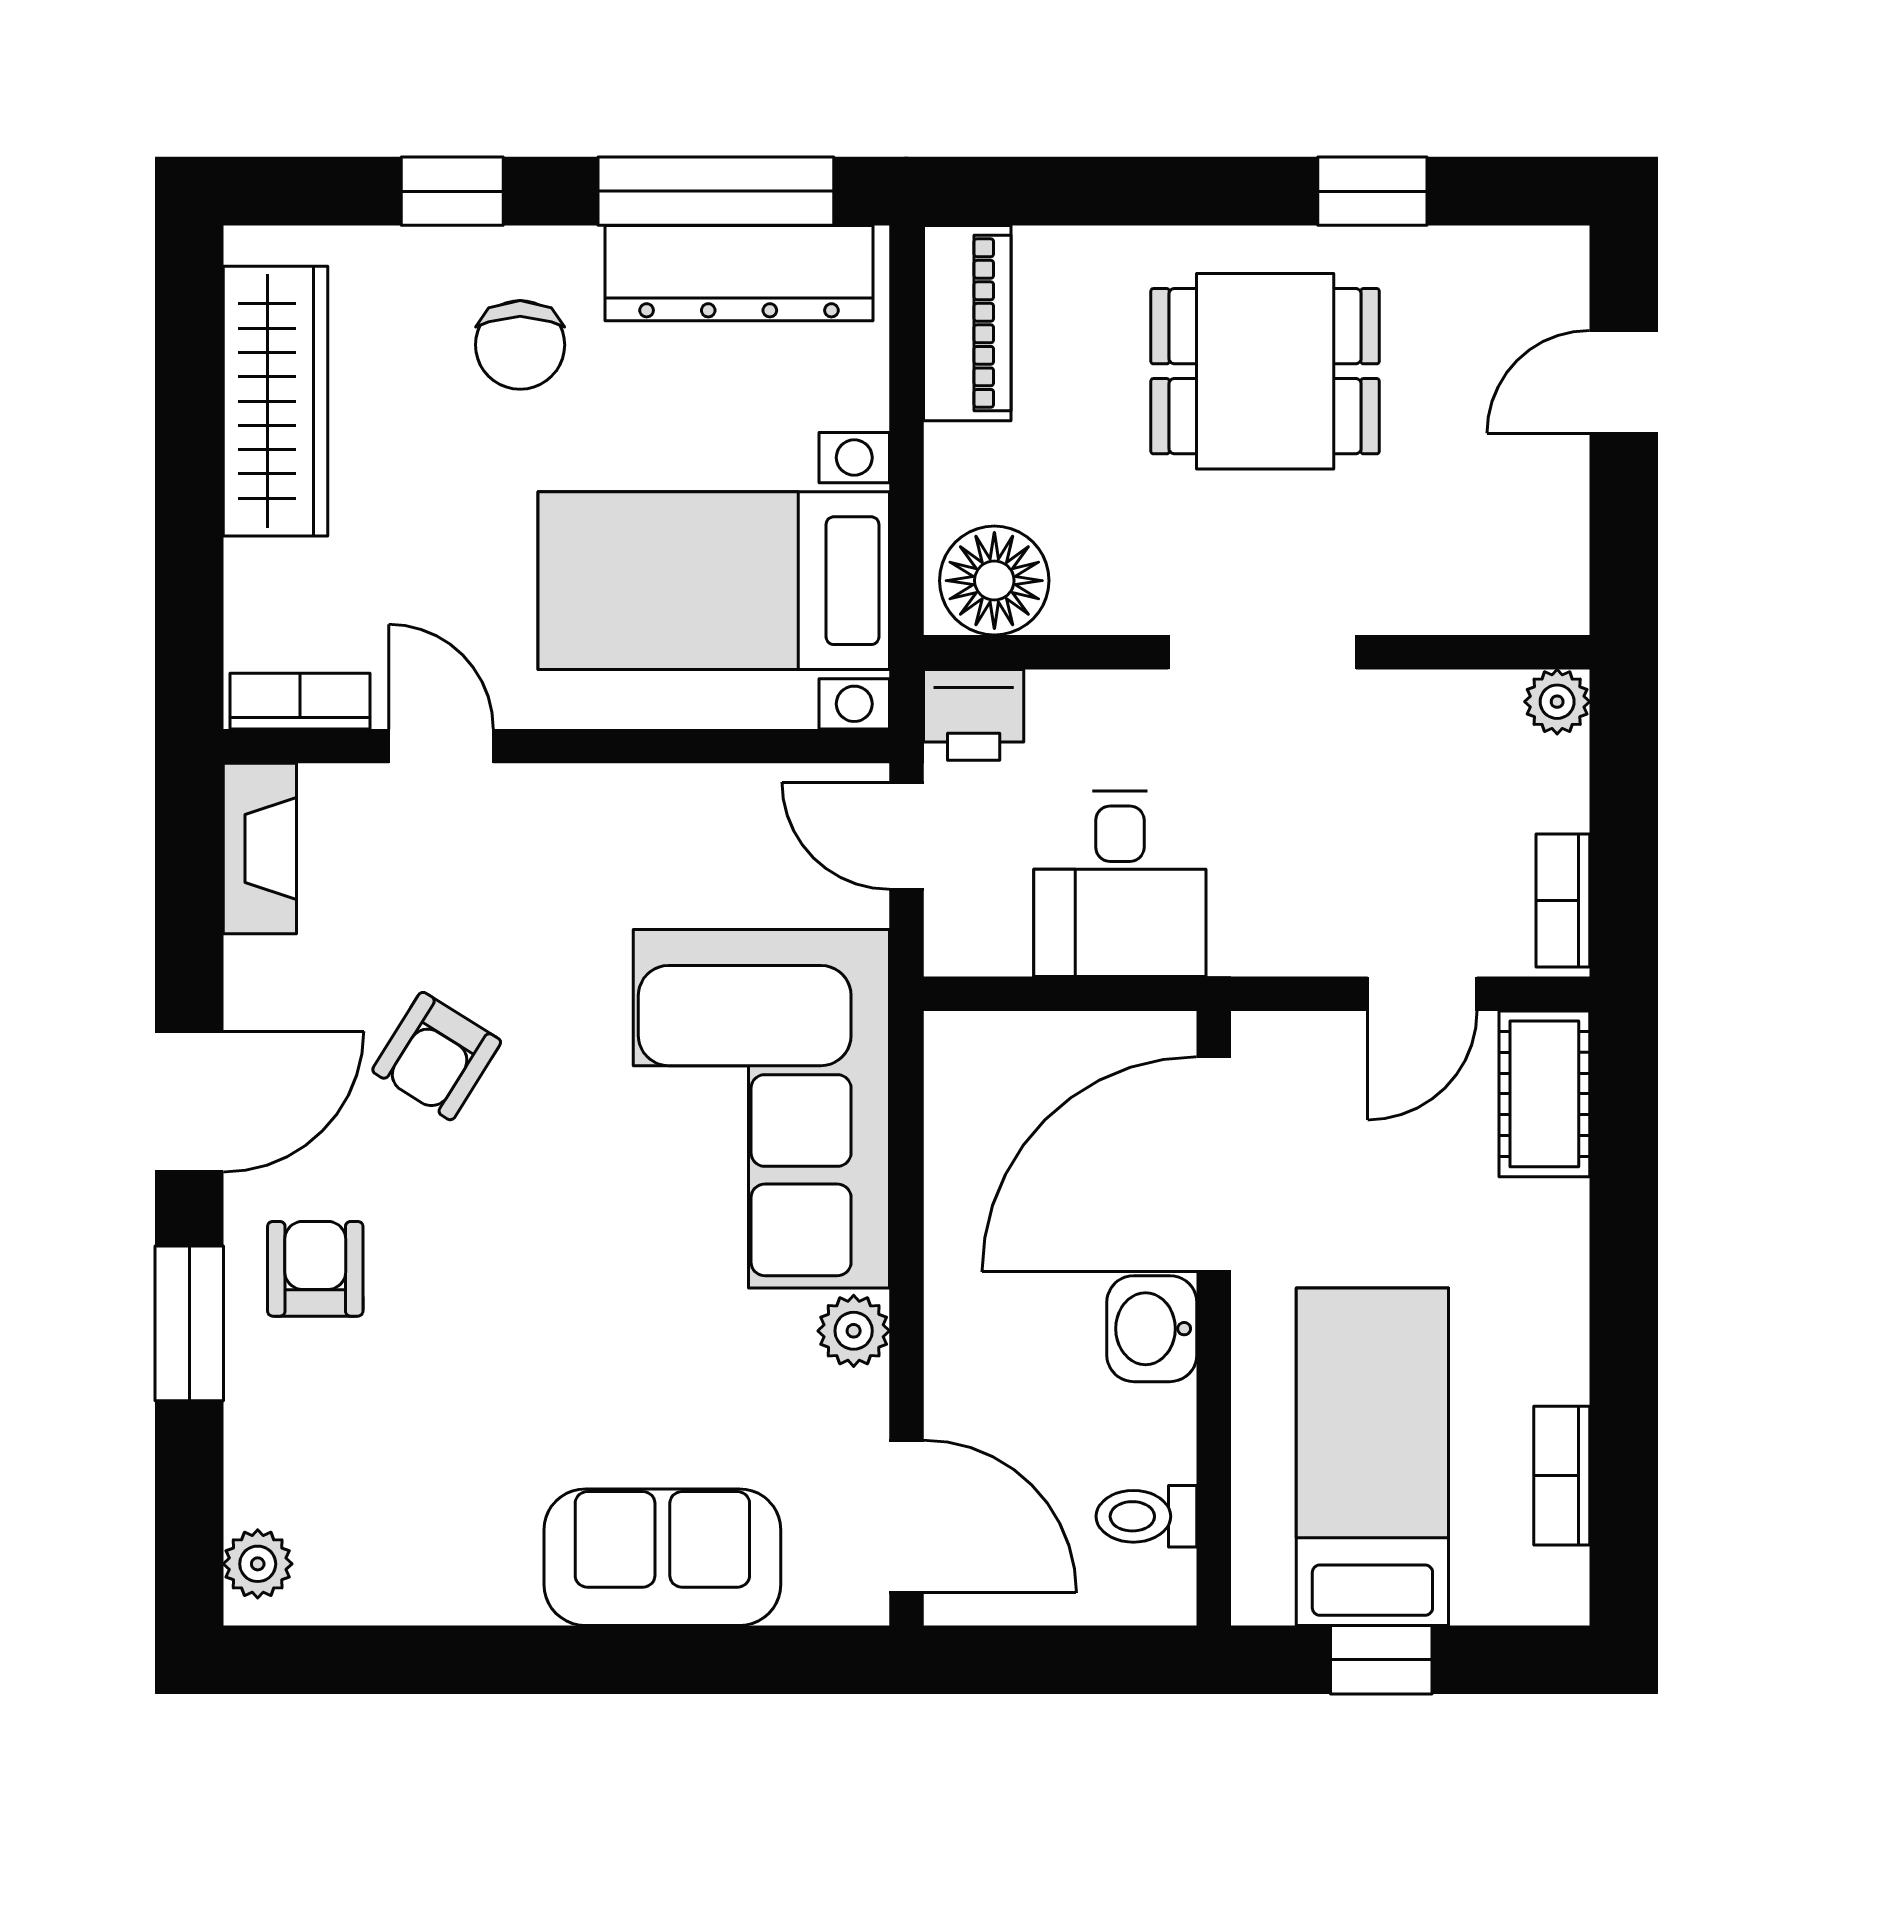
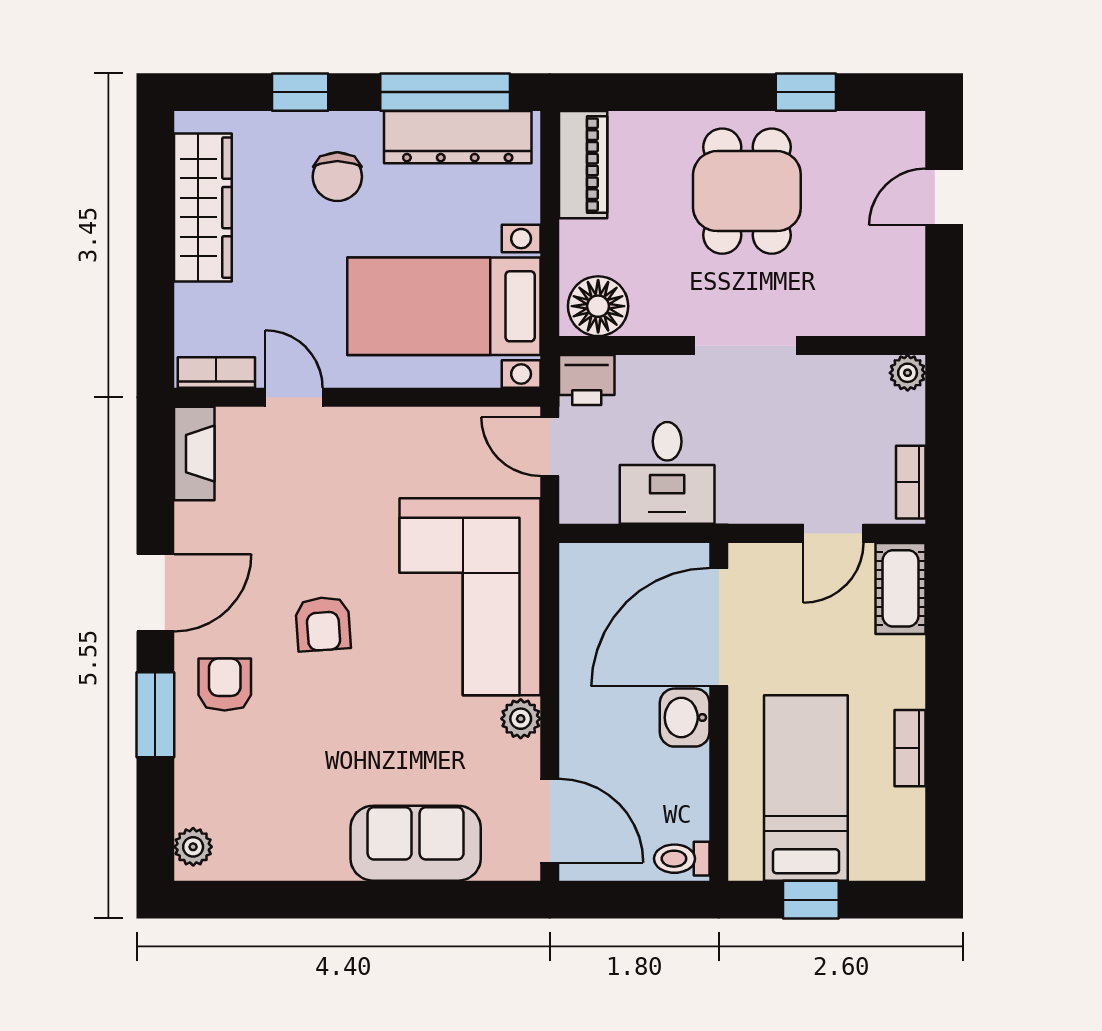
dining table: (1265, 371) -> (747, 191), turned 90
armchair: (437, 1056) -> (323, 624), moved, turned -36
bookcase: (1562, 1476) -> (910, 748), moved
toilet: (1146, 1516) -> (682, 859), moved

